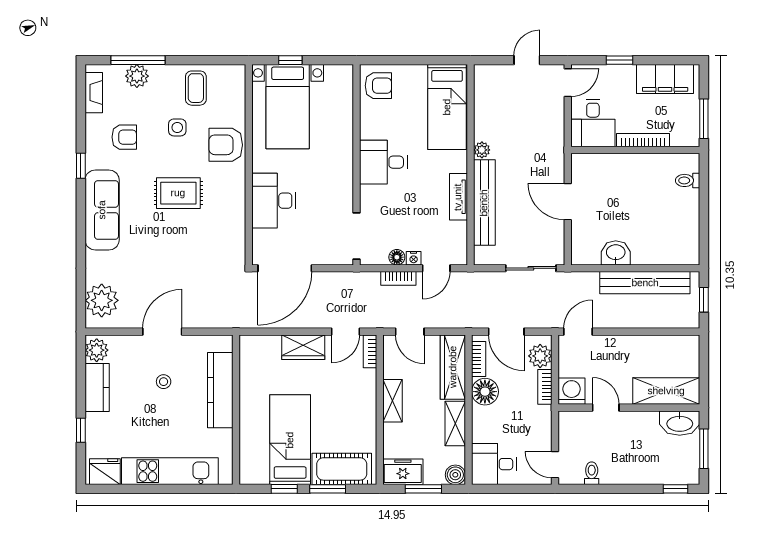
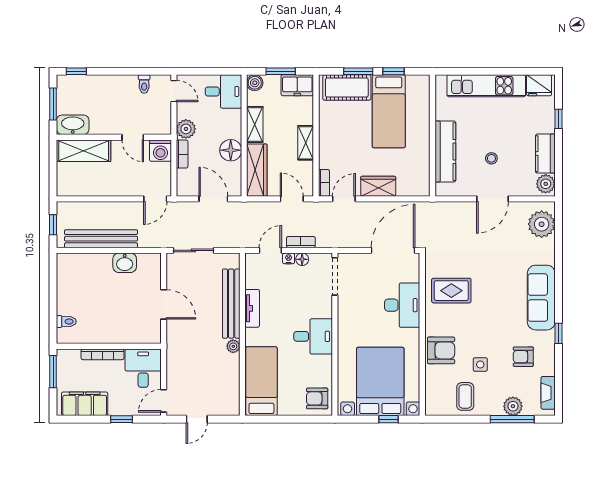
bed with nightstands: (288, 107) -> (380, 381), width x1.36
rug: (178, 193) -> (451, 291), moved
plant: (540, 356) -> (186, 129), moved
bookcase: (479, 359) -> (236, 177), removed

